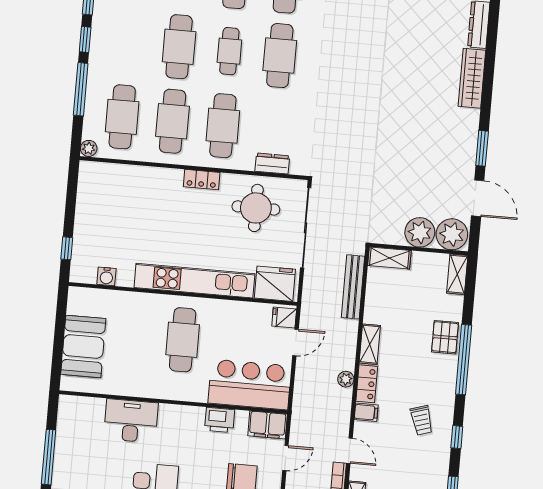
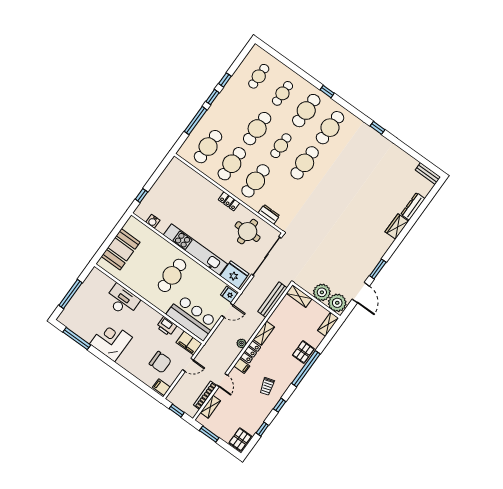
wardrobe: (472, 78) -> (397, 227), width x0.67
plant: (89, 148) -> (182, 152), removed

